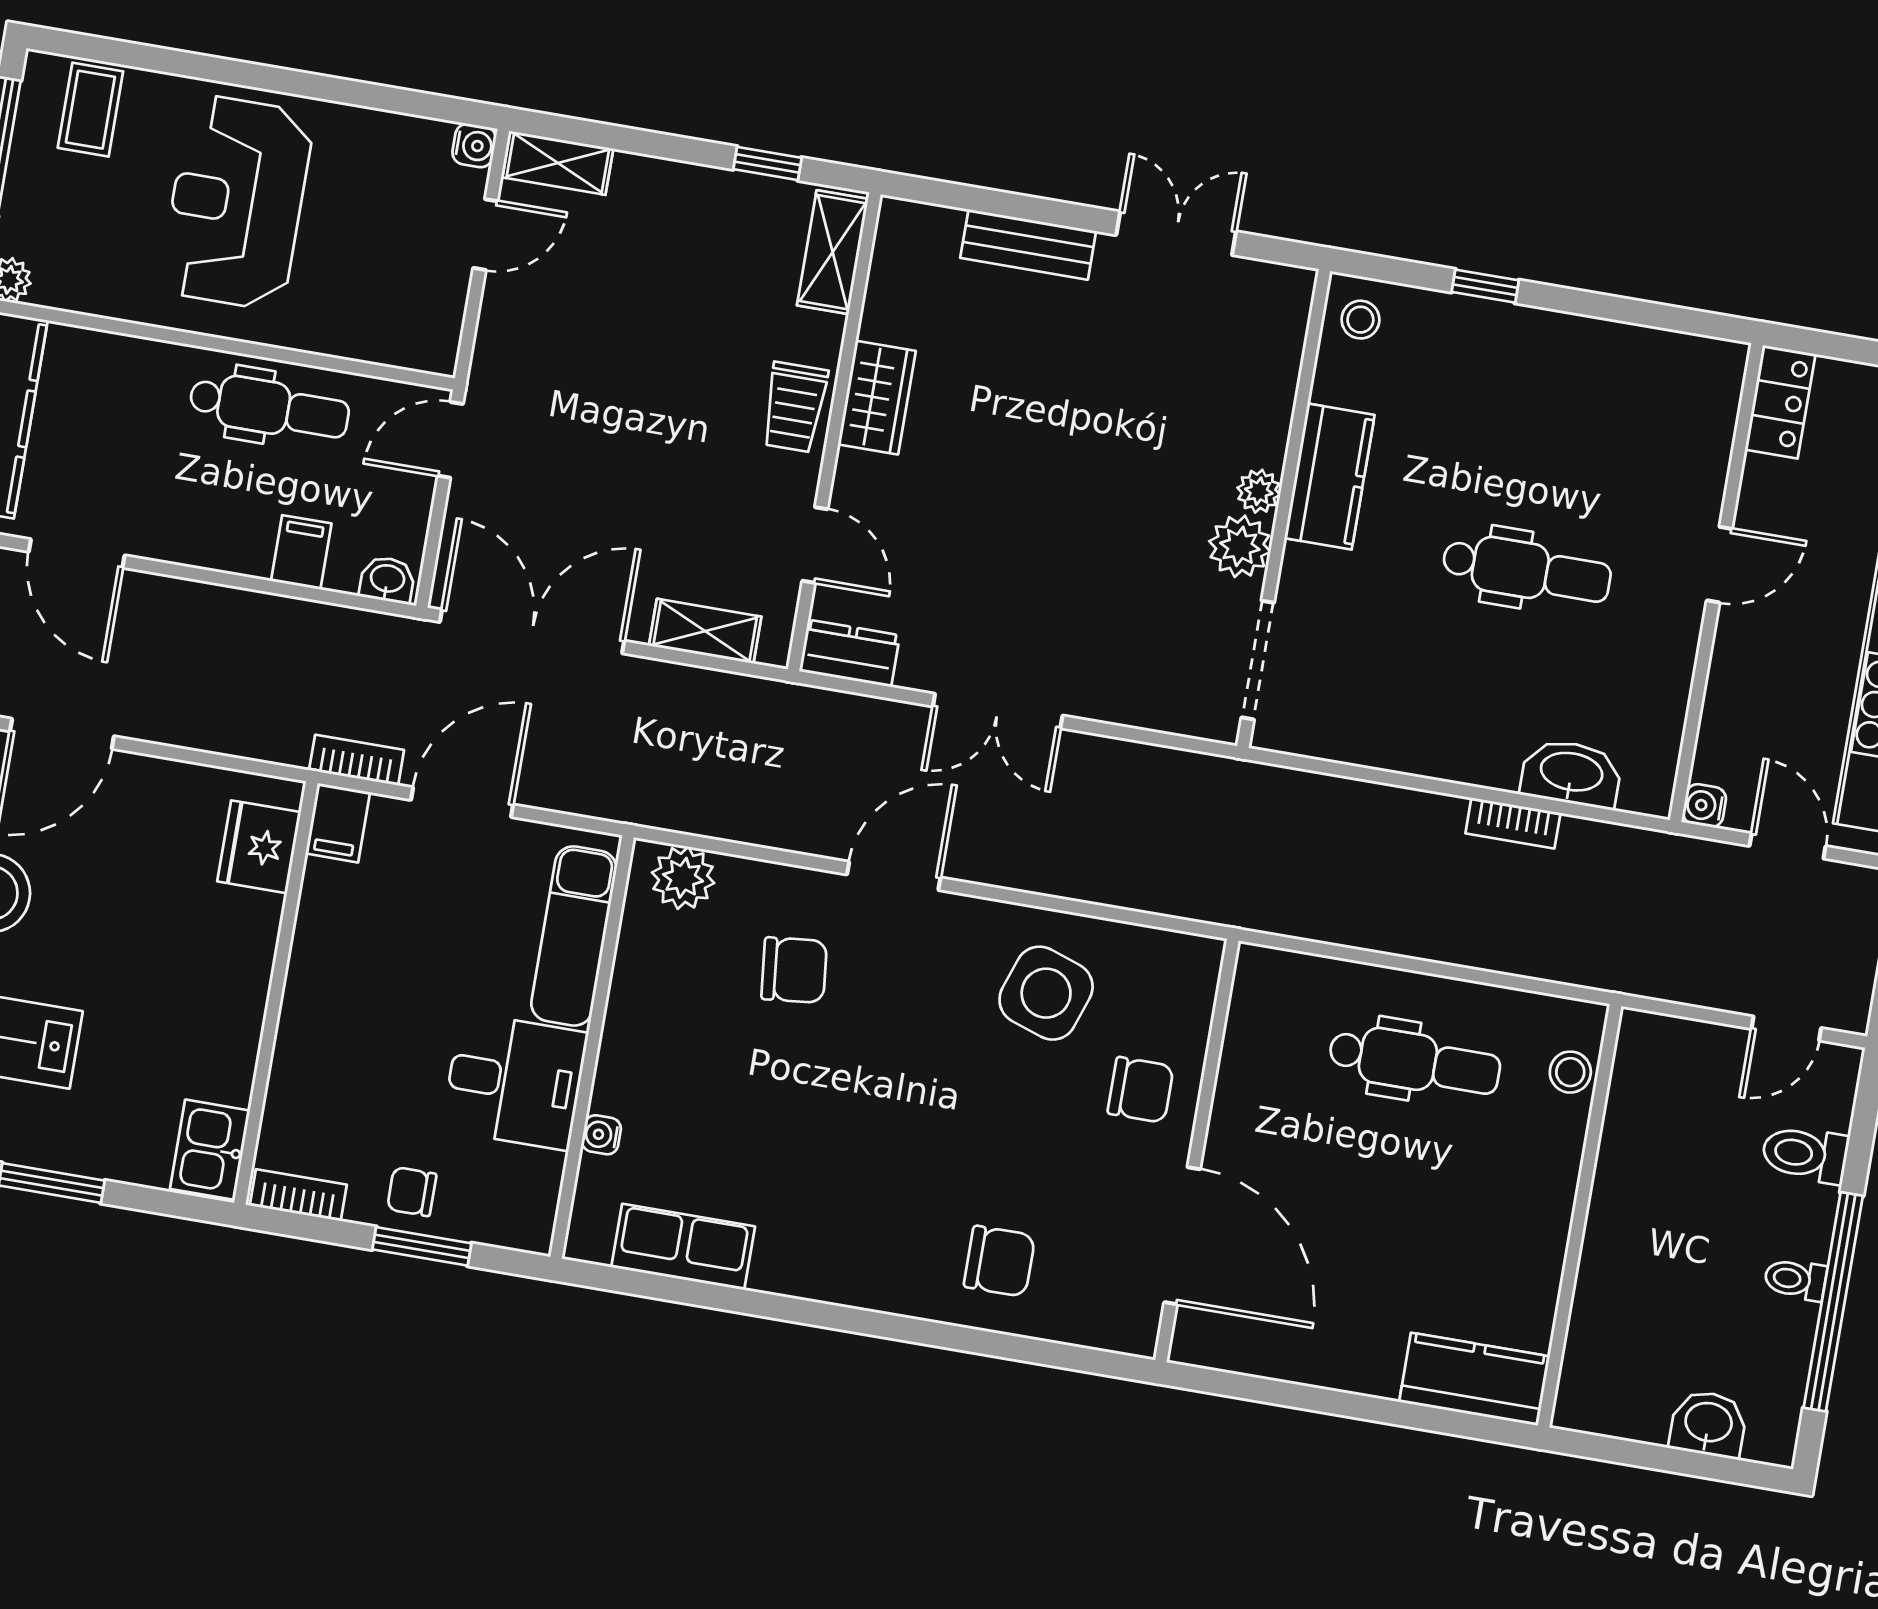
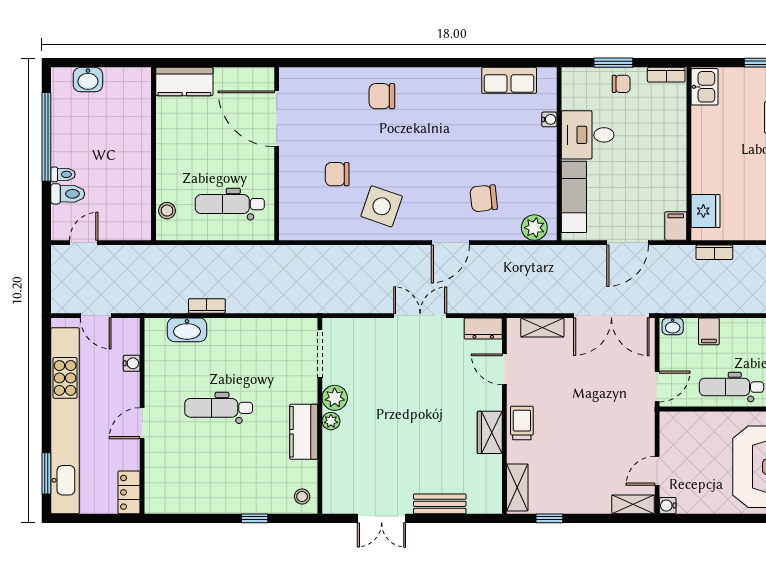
bookcase: (357, 760) -> (714, 252), moved
water cooler: (1704, 806) -> (132, 363), moved
wall: (1197, 1150) -> (277, 154), moved
door: (1182, 1236) -> (277, 119), moved
toilet: (1795, 1279) -> (63, 174), moved

